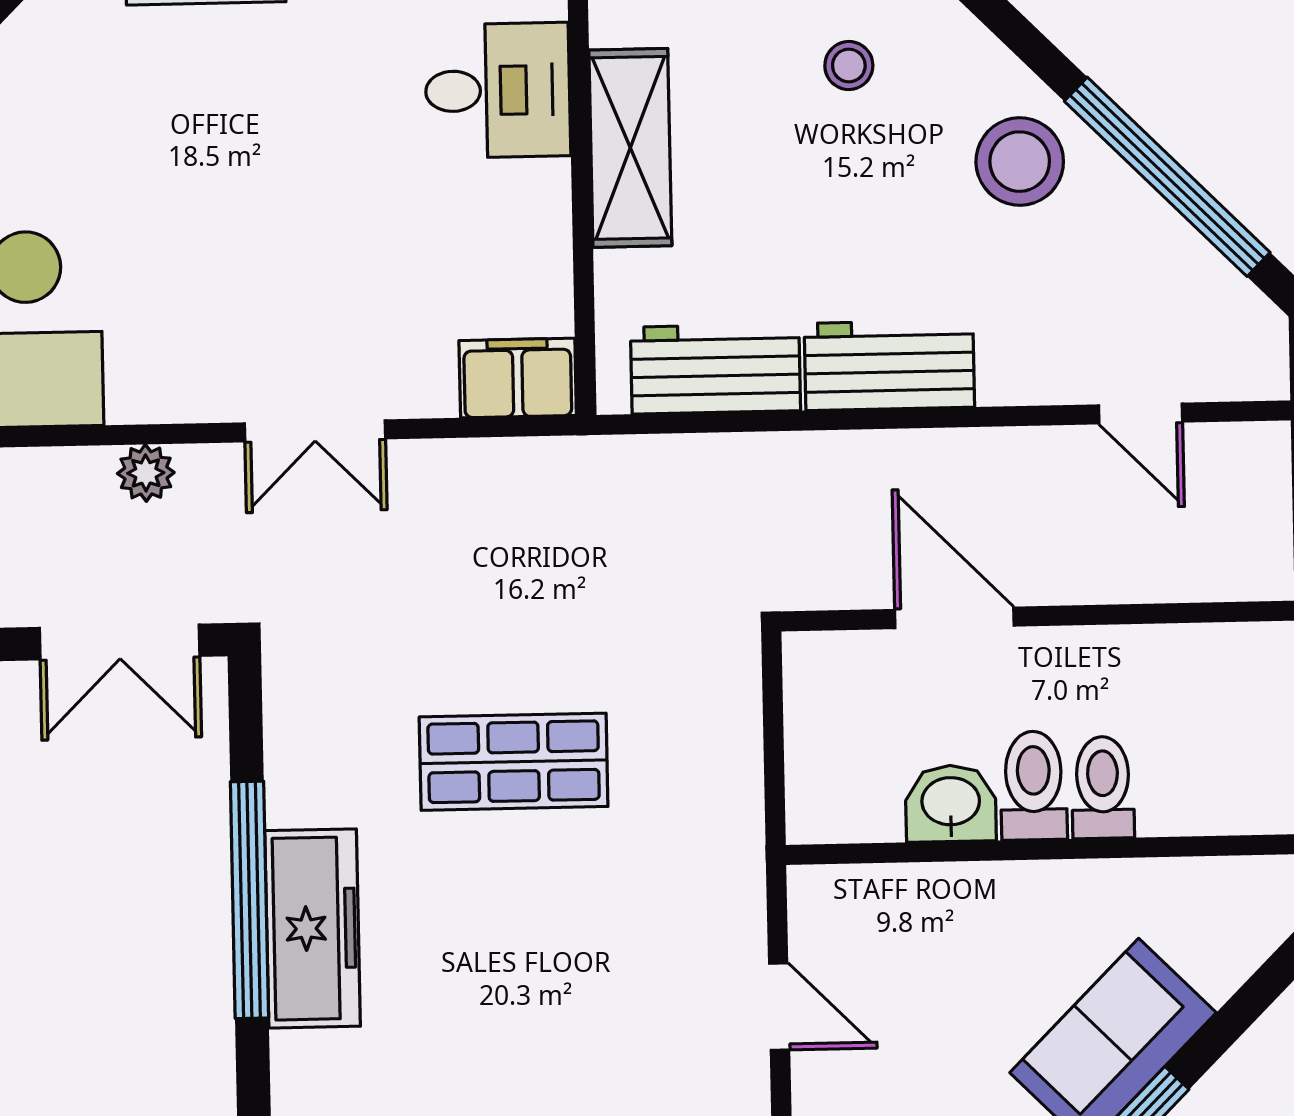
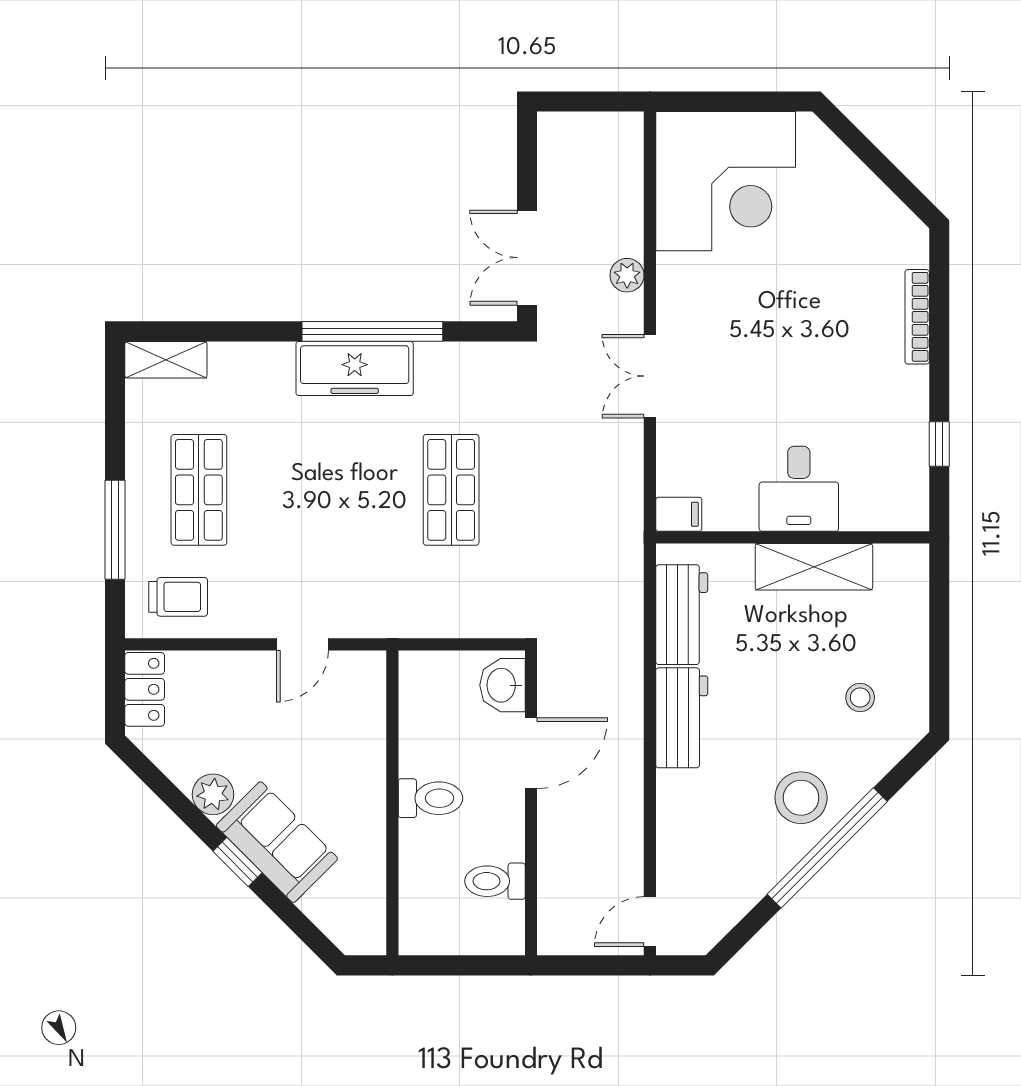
desk: (498, 90) -> (799, 489), moved
window: (1167, 177) -> (827, 848), moved
filing cabinet: (518, 378) -> (679, 514), width x0.50
door: (1141, 414) -> (650, 922), moved
toilet: (1103, 787) -> (495, 881), moved, turned 180
washbasin: (951, 803) -> (503, 685), moved, turned 180

